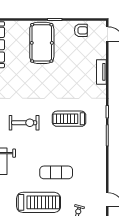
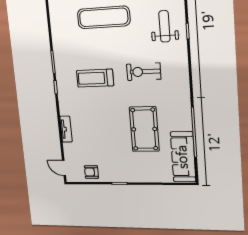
pool table: (42, 43) -> (144, 129), moved
treadmill: (69, 119) -> (95, 78), turned 180
exercise mat: (56, 172) -> (104, 17), width x1.36, depth x1.45

